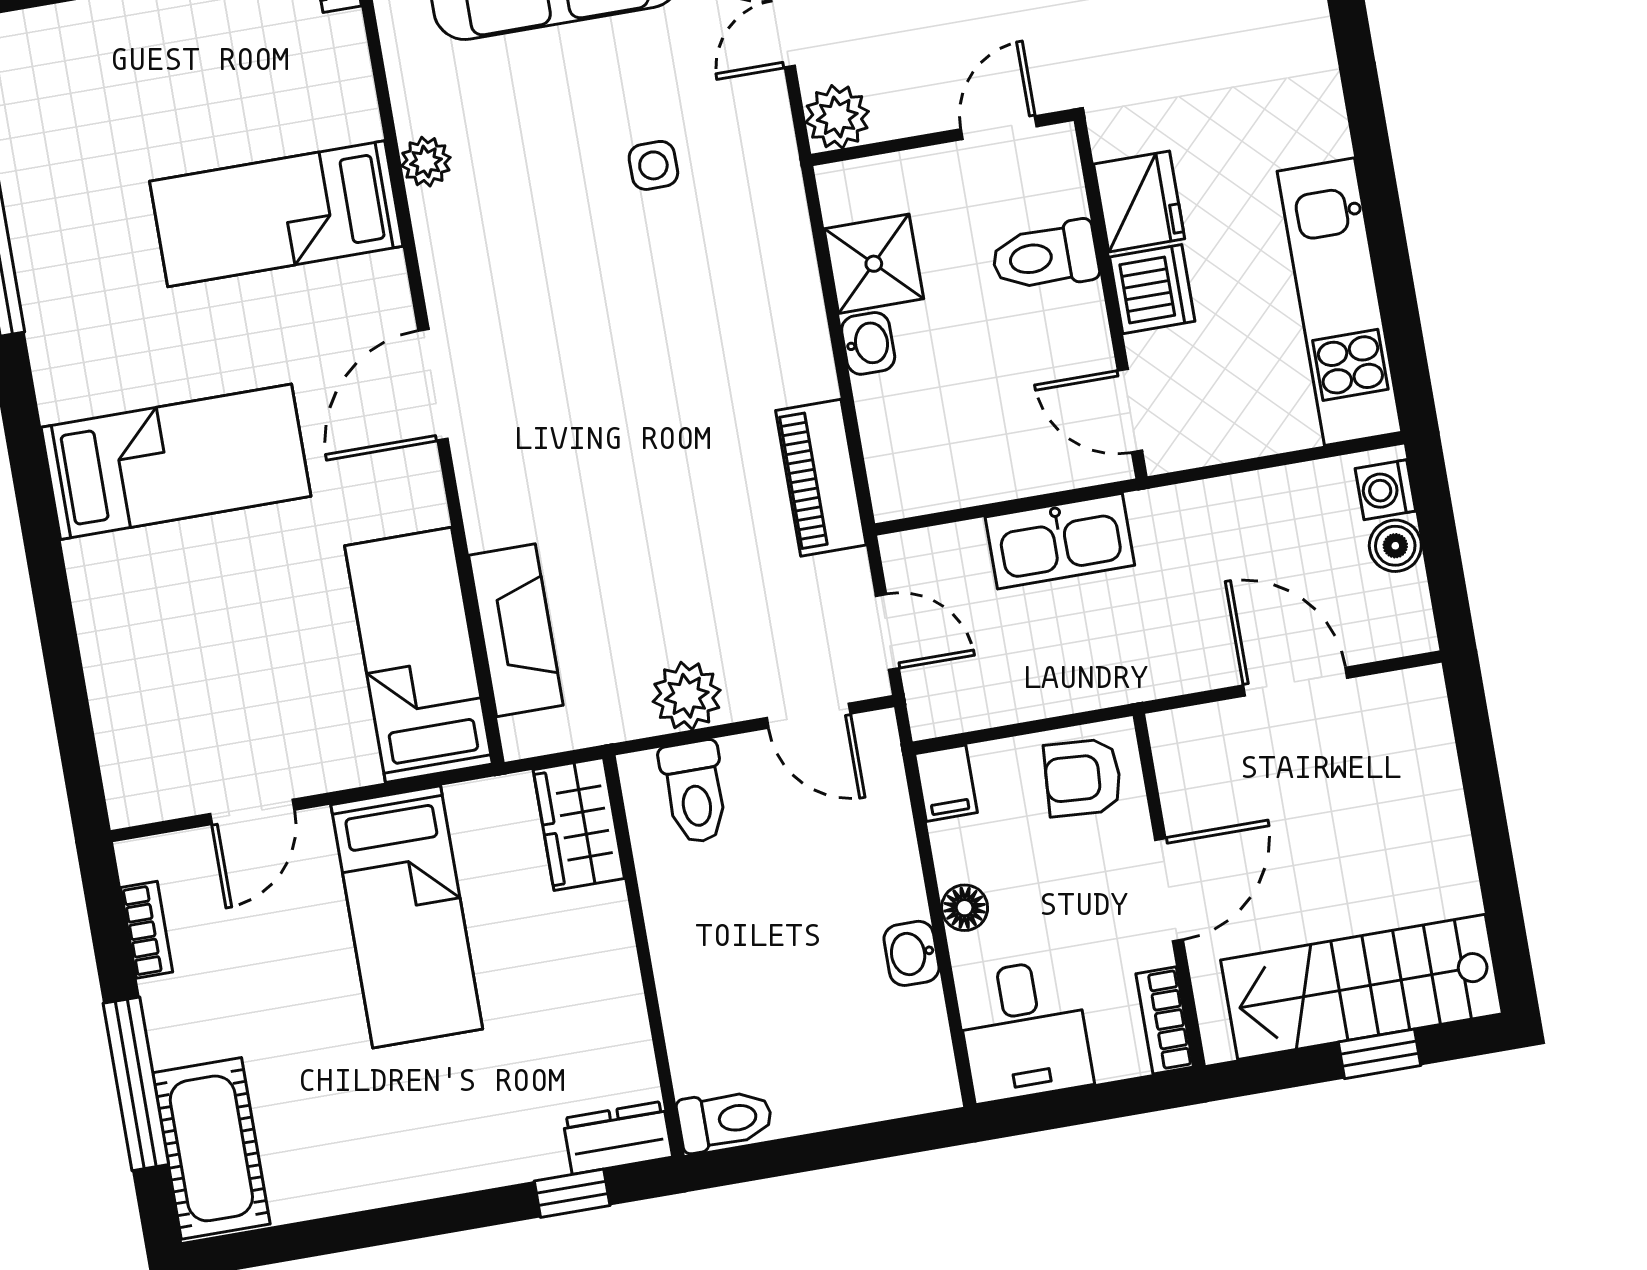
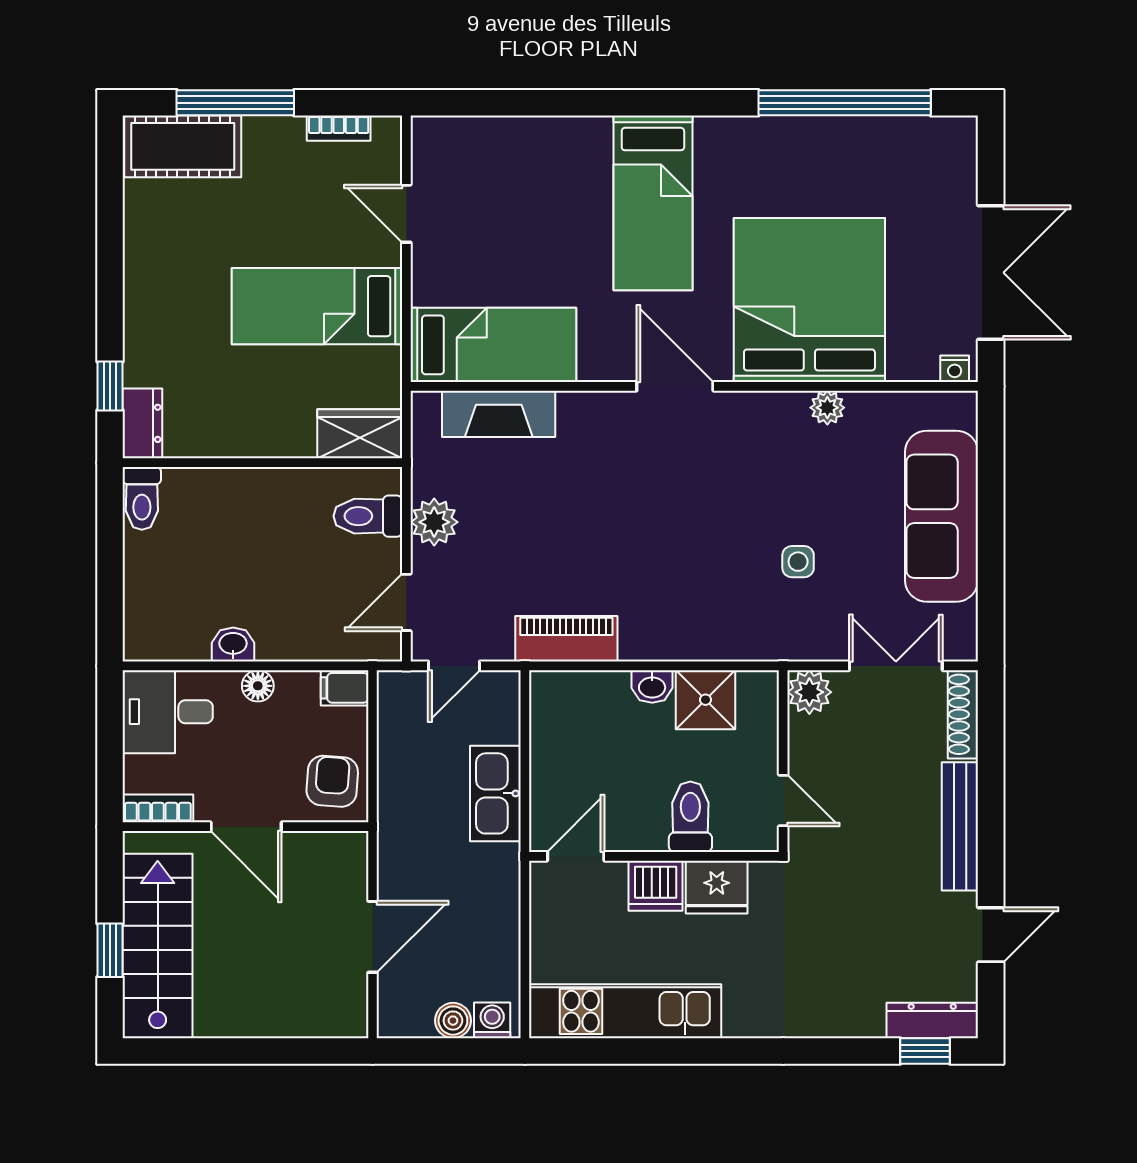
bed: (276, 214) -> (809, 300), width x2.04

